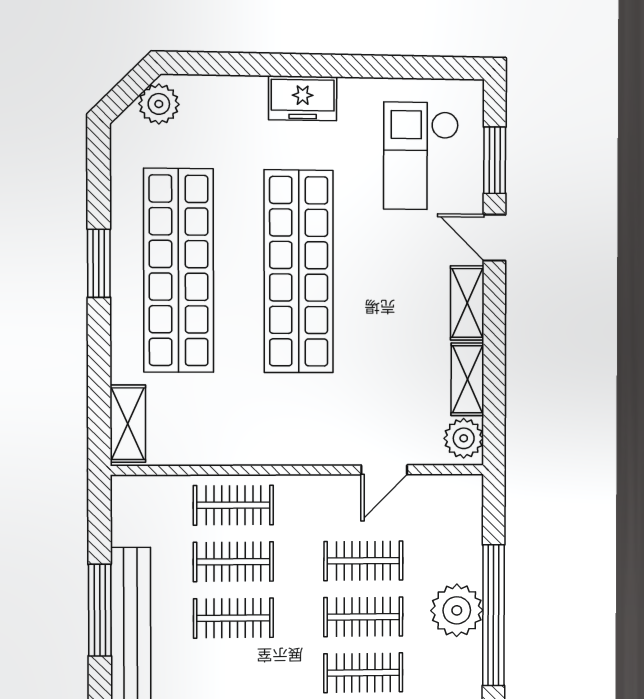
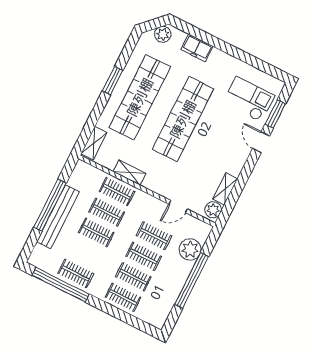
freezer: (303, 98) -> (197, 48), moved
checkout: (421, 156) -> (249, 99), turned 90
shelving: (467, 303) -> (129, 173), moved, turned 90
window: (100, 610) -> (50, 205), width x1.46
plant: (457, 610) -> (190, 249), moved

